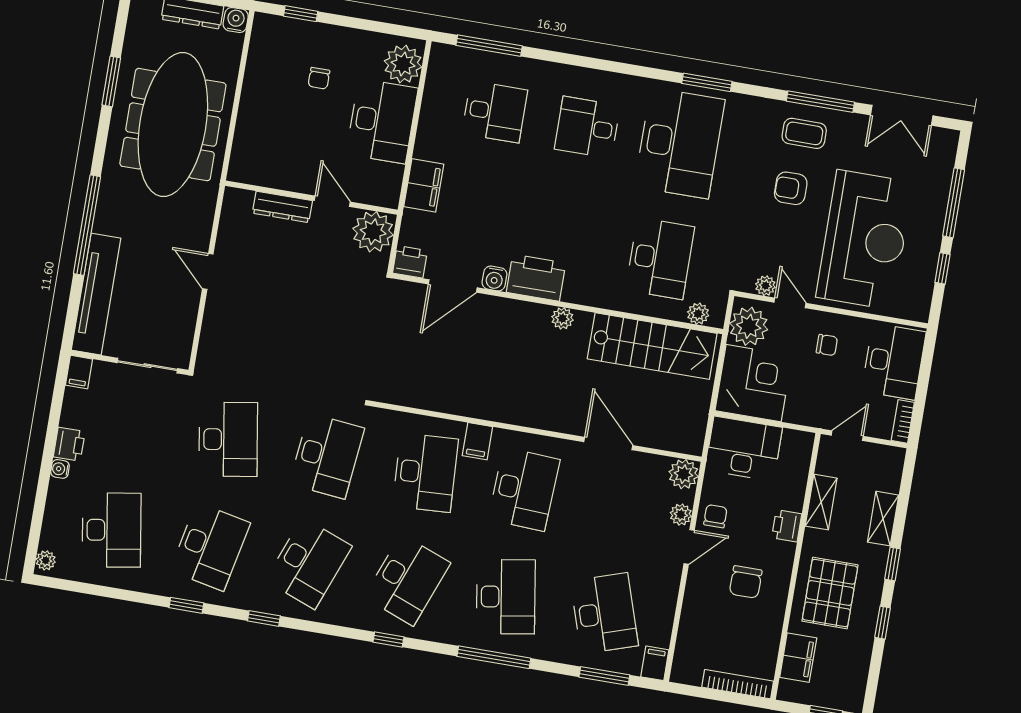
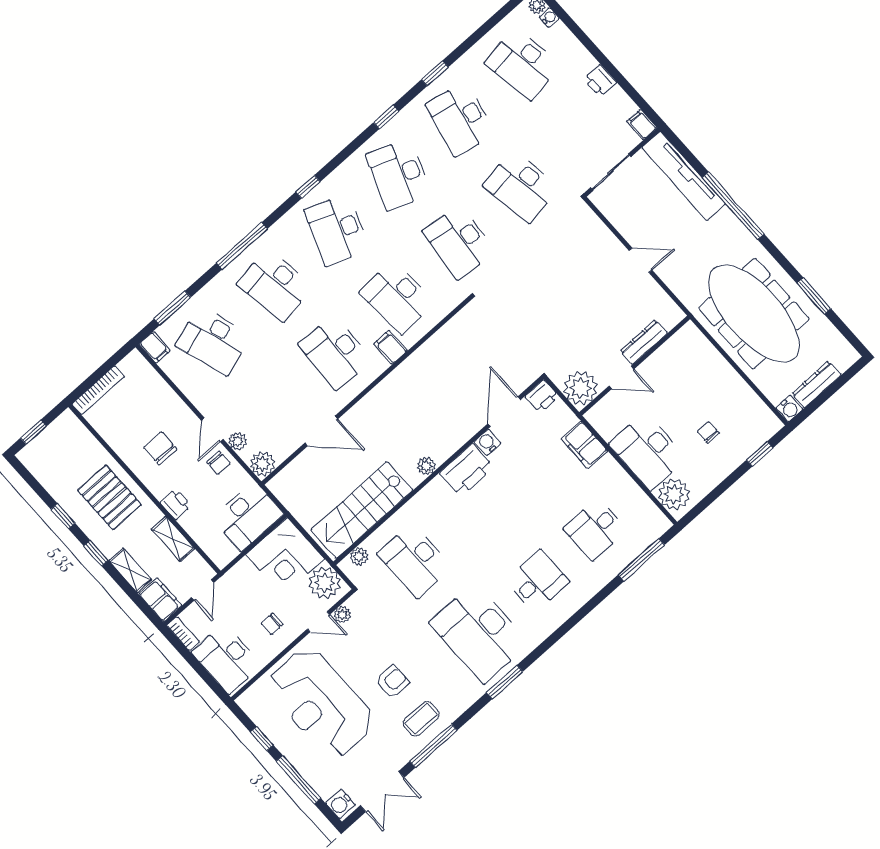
double door: (902, 115) -> (382, 791), swing flipped
water cooler: (945, 145) -> (340, 804), added
water cooler: (60, 469) -> (549, 17), moved
filing cabinet: (798, 658) -> (160, 600), moved, turned 180

